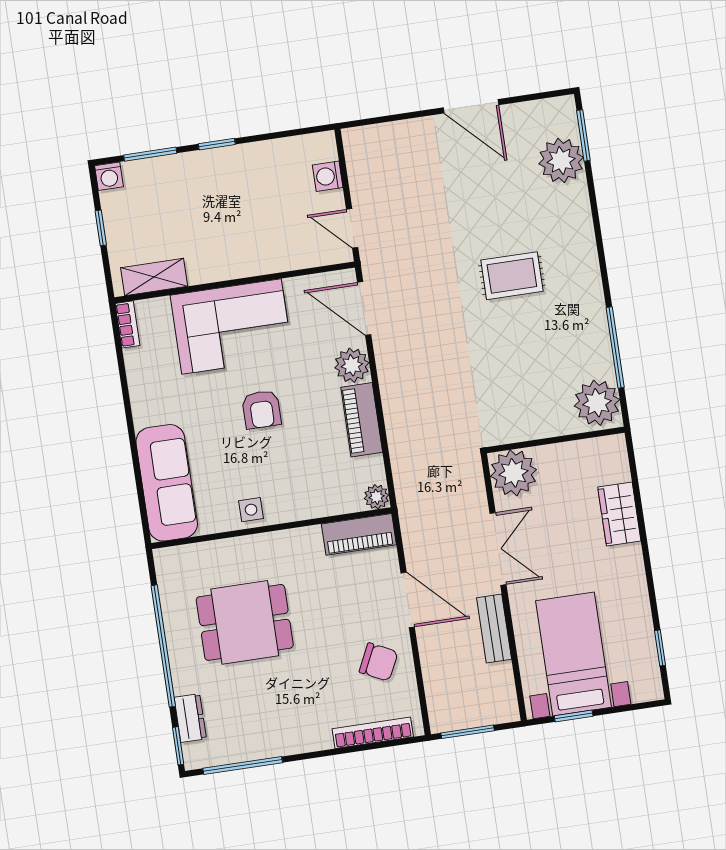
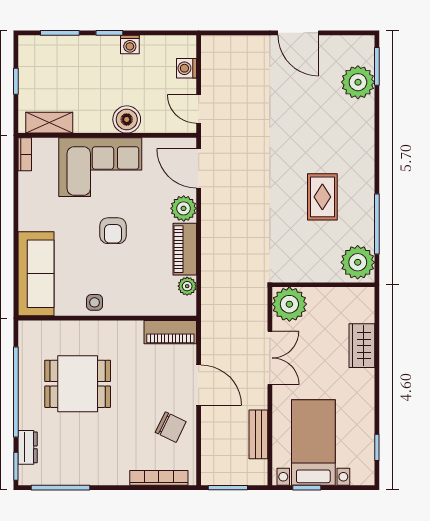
washing machine: (109, 176) -> (130, 44), moved
boiler: (258, 257) -> (127, 119), added
rug: (512, 276) -> (322, 197), moved, turned 90
plant: (376, 497) -> (187, 286), moved
bench: (494, 628) -> (258, 434), moved

